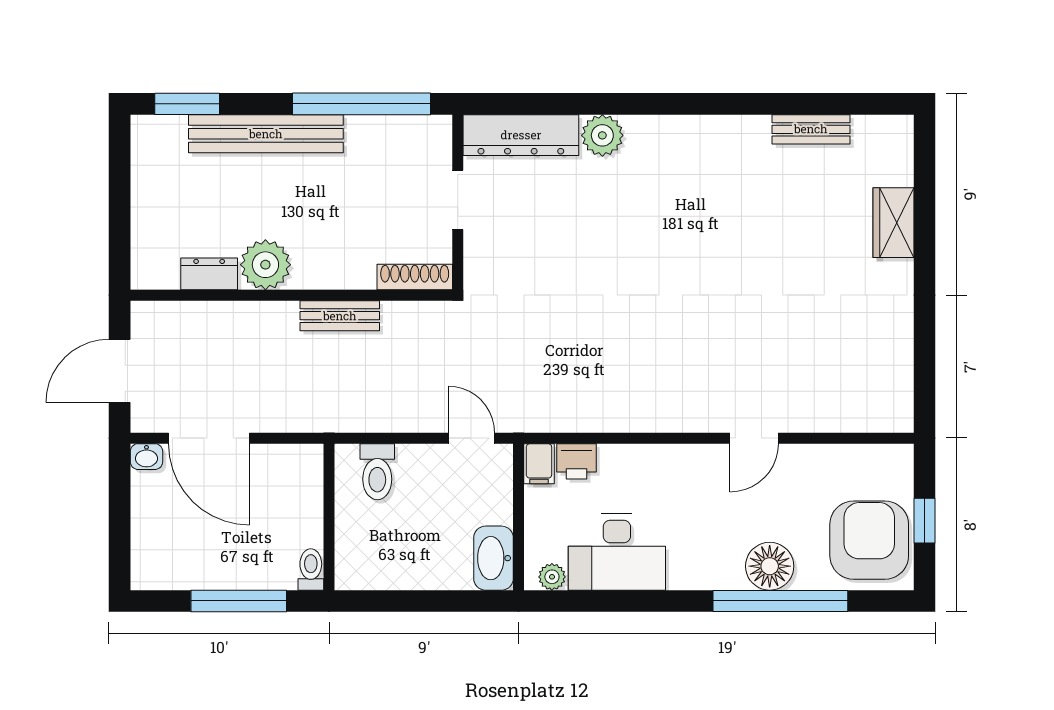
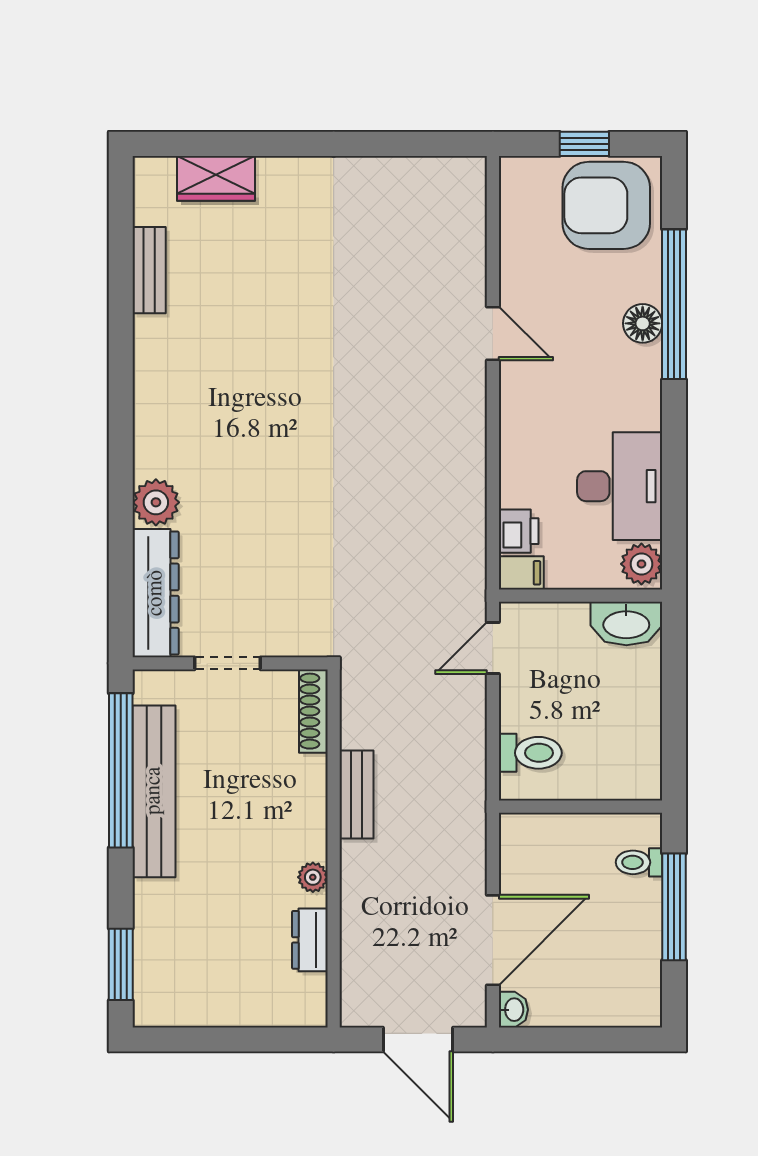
bench: (266, 134) -> (154, 791), moved
wardrobe: (893, 223) -> (216, 178), moved
plant: (265, 265) -> (313, 877), width x0.53, depth x0.53
floor lamp: (770, 566) -> (643, 323), width x0.73, depth x0.73
toilet: (311, 569) -> (639, 862), moved
plant: (552, 577) -> (641, 564), width x1.38, depth x1.38

